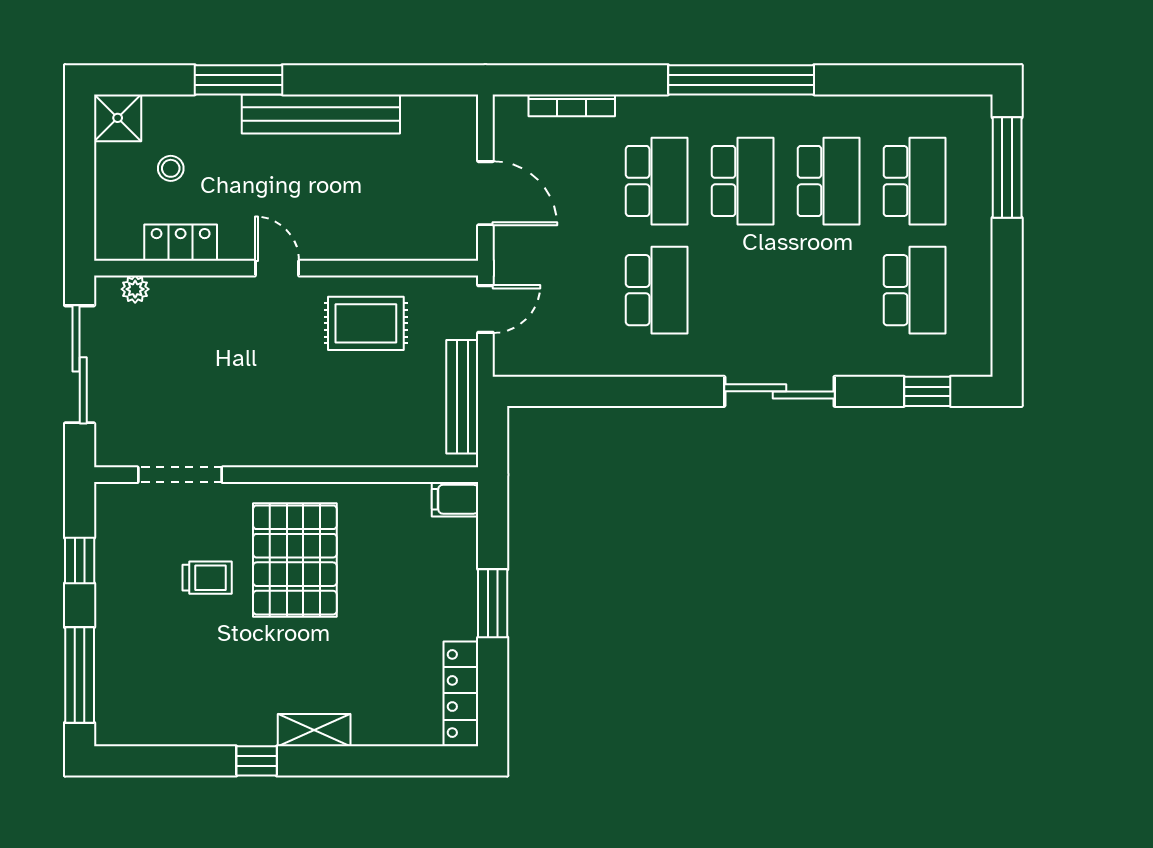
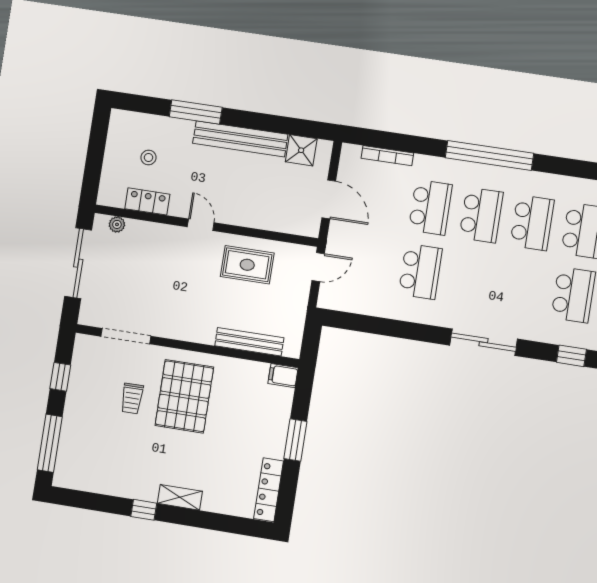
shower: (118, 118) -> (301, 150), moved
bench: (462, 397) -> (249, 342), moved, turned 90
trolley: (207, 578) -> (132, 399), turned 90

